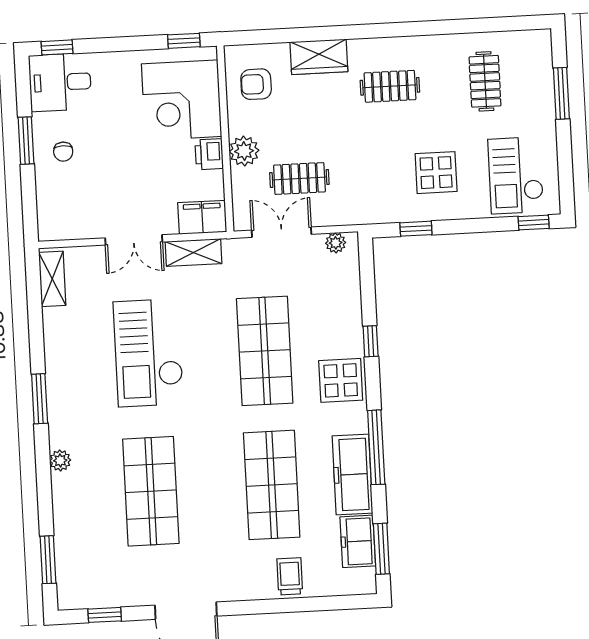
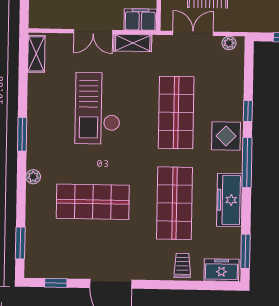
window: (376, 447) -> (247, 163), moved
shop shelf: (151, 491) -> (93, 202), turned 90
freezer: (358, 541) -> (221, 270), moved, turned 90

